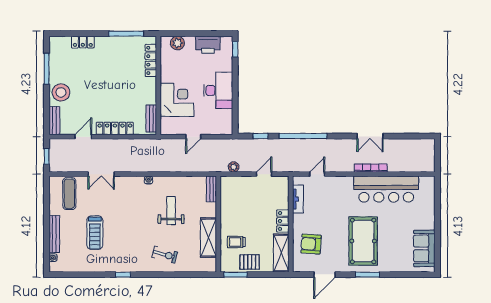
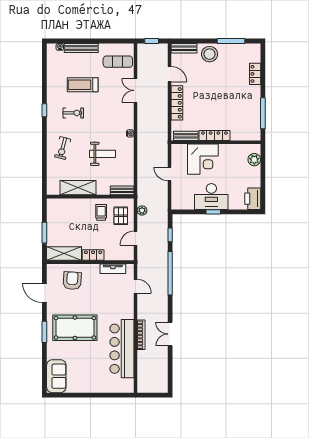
printer: (208, 45) -> (253, 199), moved
window: (235, 49) -> (213, 212), moved
locker: (151, 60) -> (214, 135), moved
door: (264, 174) -> (136, 238), swing flipped
trolley: (236, 242) -> (101, 212), moved
exercise bike: (126, 243) -> (73, 113), added
sofa: (424, 248) -> (56, 376), moved, turned 90
pallet: (250, 262) -> (121, 216), moved
window: (236, 275) -> (44, 233), moved

